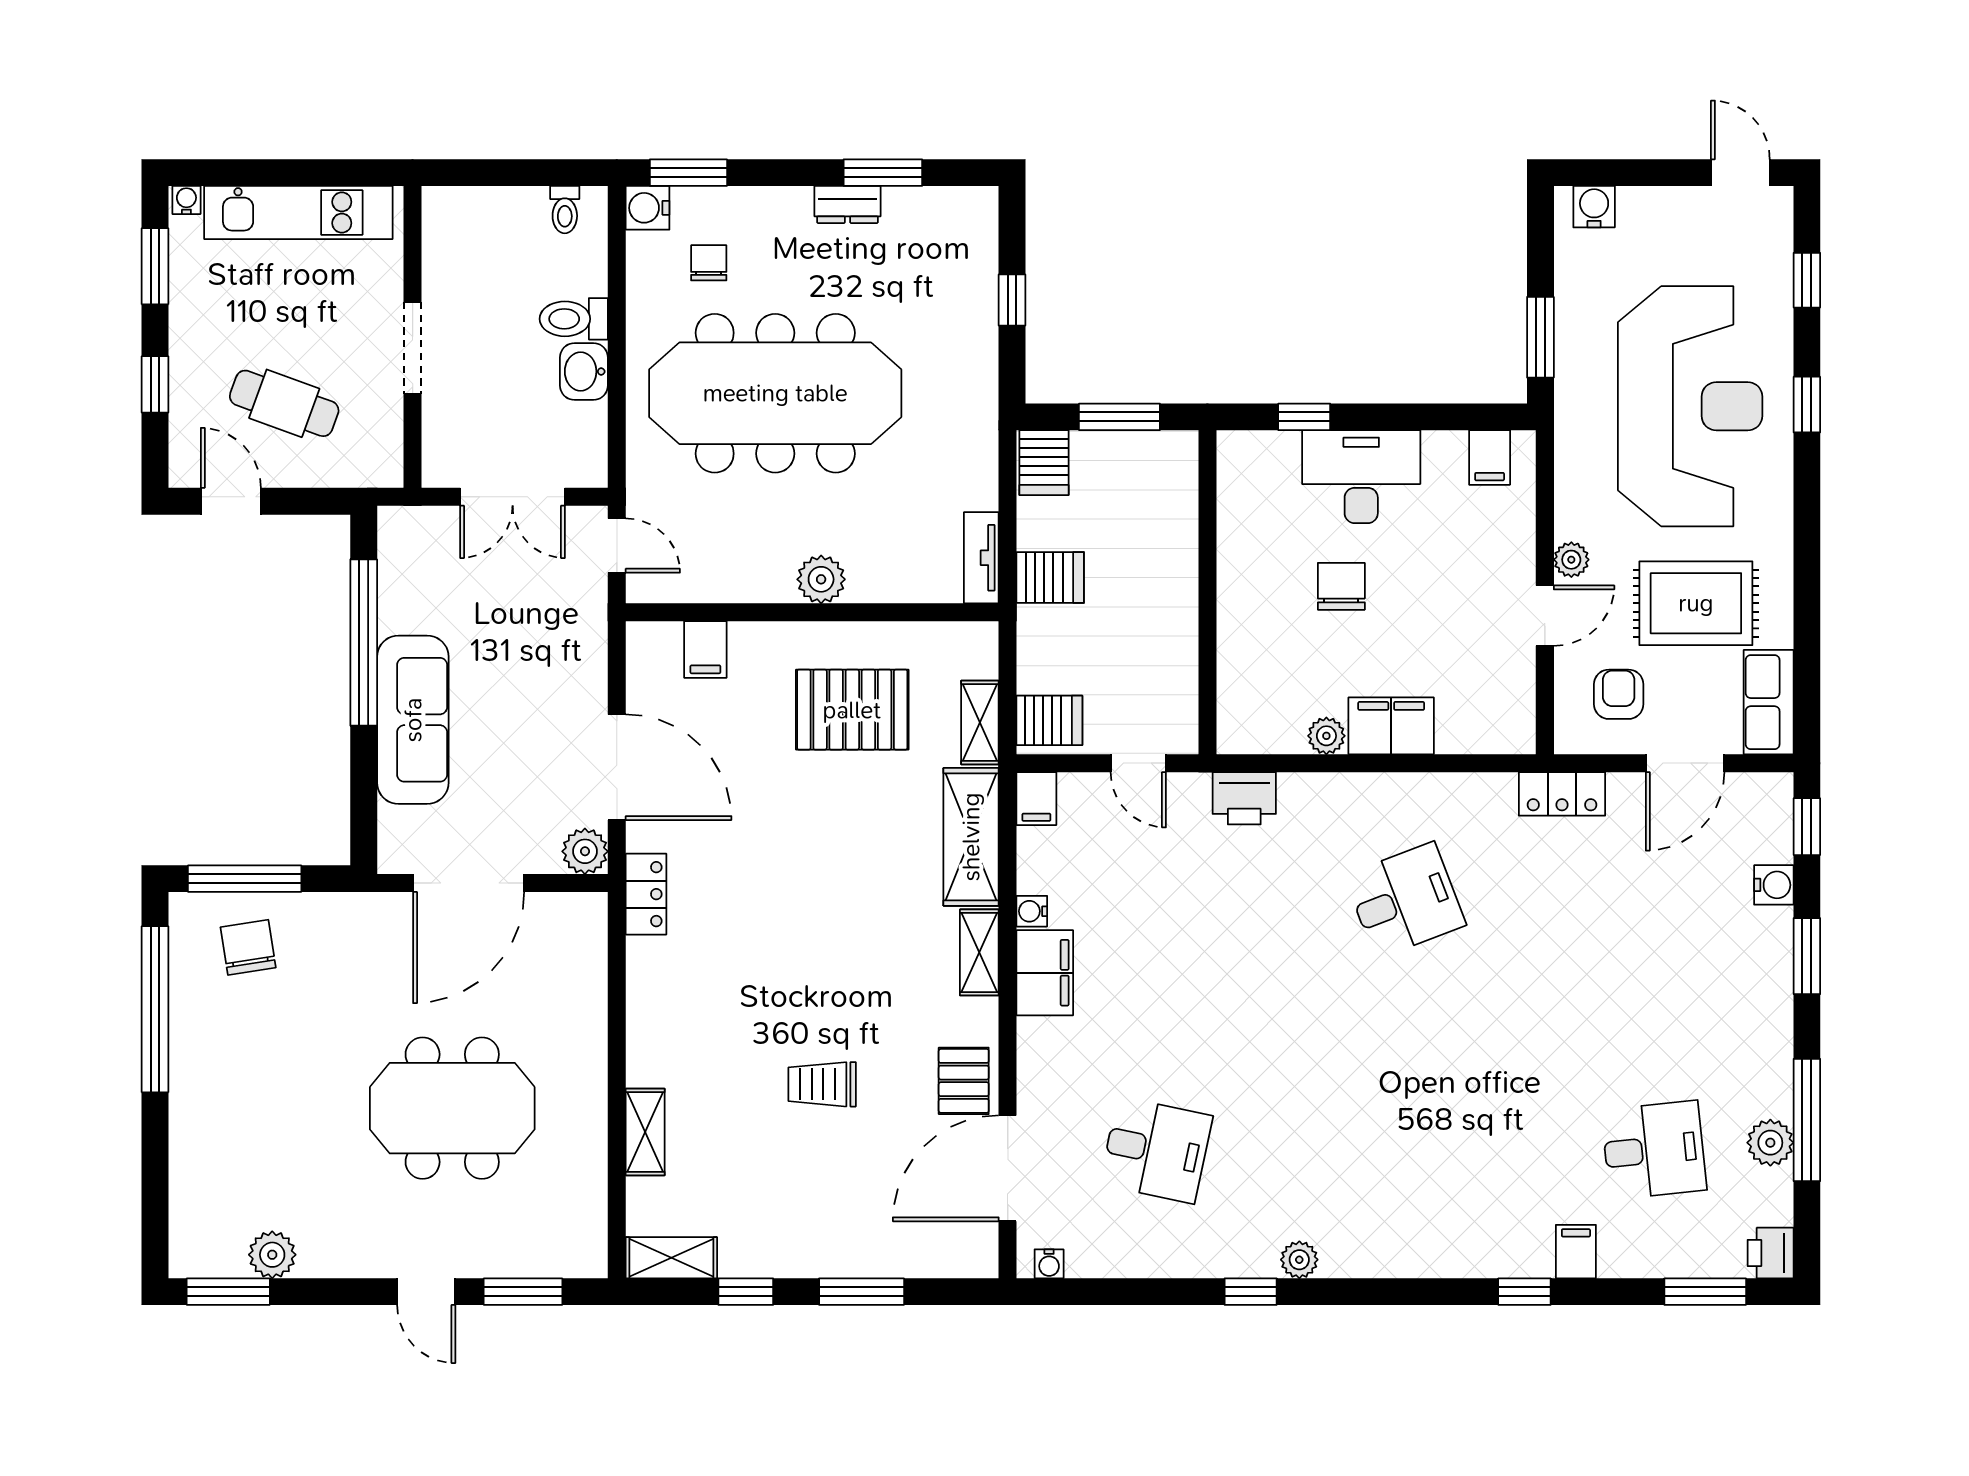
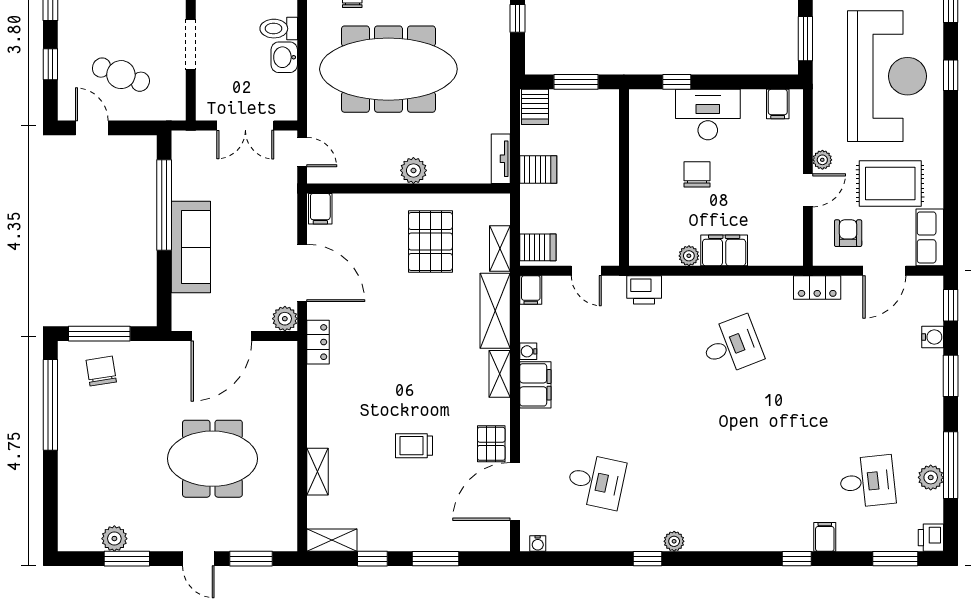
filing cabinet: (705, 649) -> (320, 209), moved
pallet: (852, 710) -> (430, 242), turned 90
window: (228, 1292) -> (127, 559), moved

